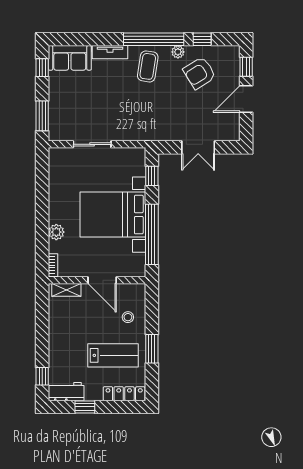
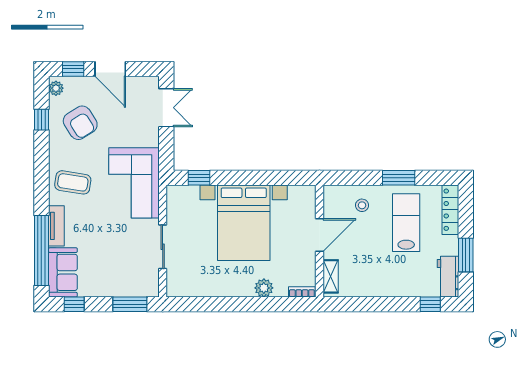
window: (154, 39) -> (41, 250), moved
plant: (178, 52) -> (56, 88), moved
corner sofa: (147, 119) -> (134, 183), added
double door: (198, 147) -> (166, 108), moved
window: (152, 234) -> (267, 178), removed
window: (85, 407) -> (466, 255), width x1.50

